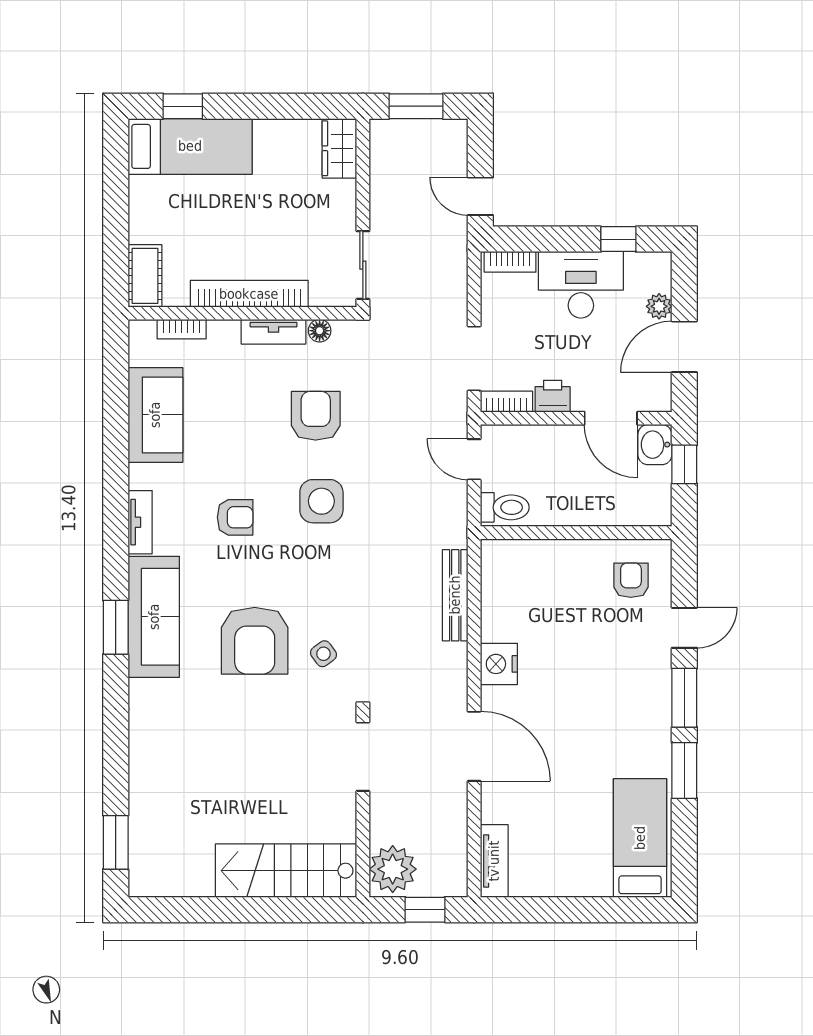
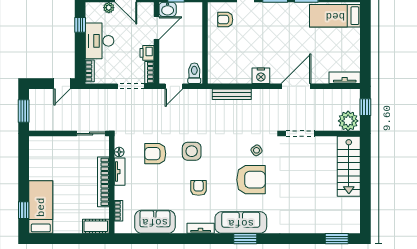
wardrobe: (339, 148) -> (42, 144), removed

